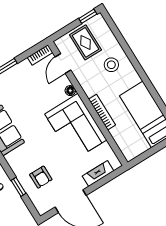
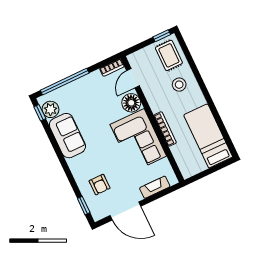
rug: (85, 42) -> (169, 55), moved
floor lamp: (70, 91) -> (131, 103), width x1.89, depth x1.89
window: (18, 187) -> (84, 206), moved

